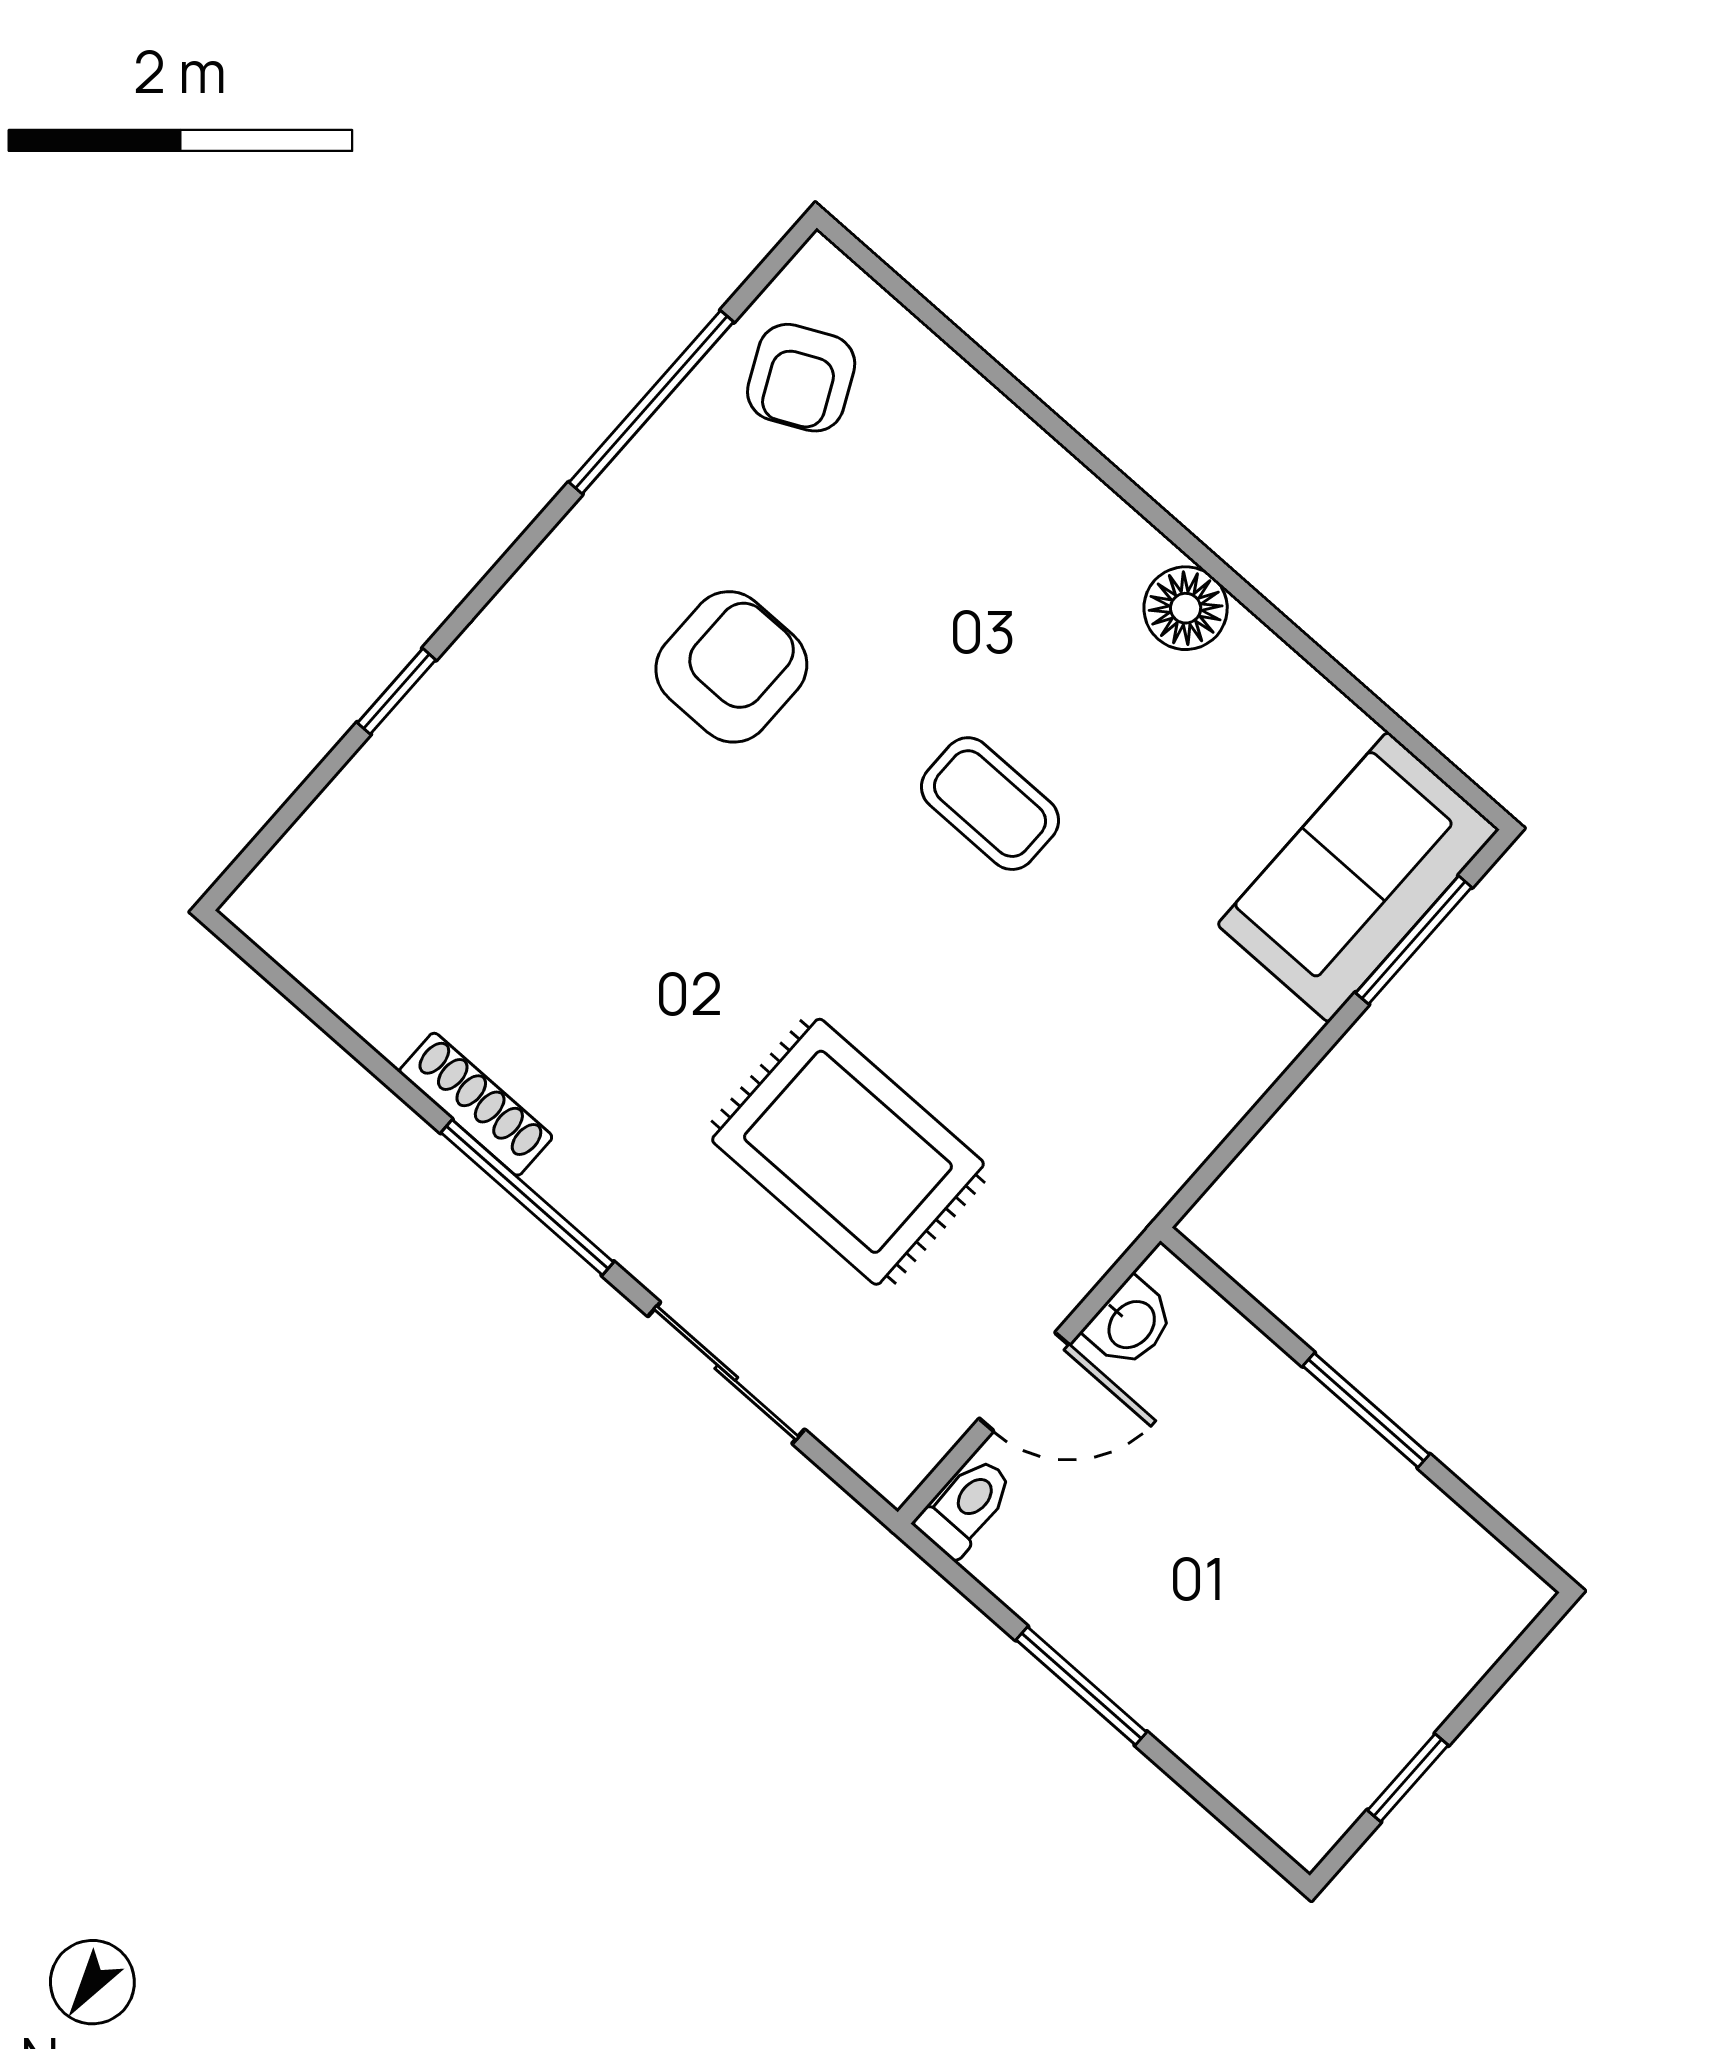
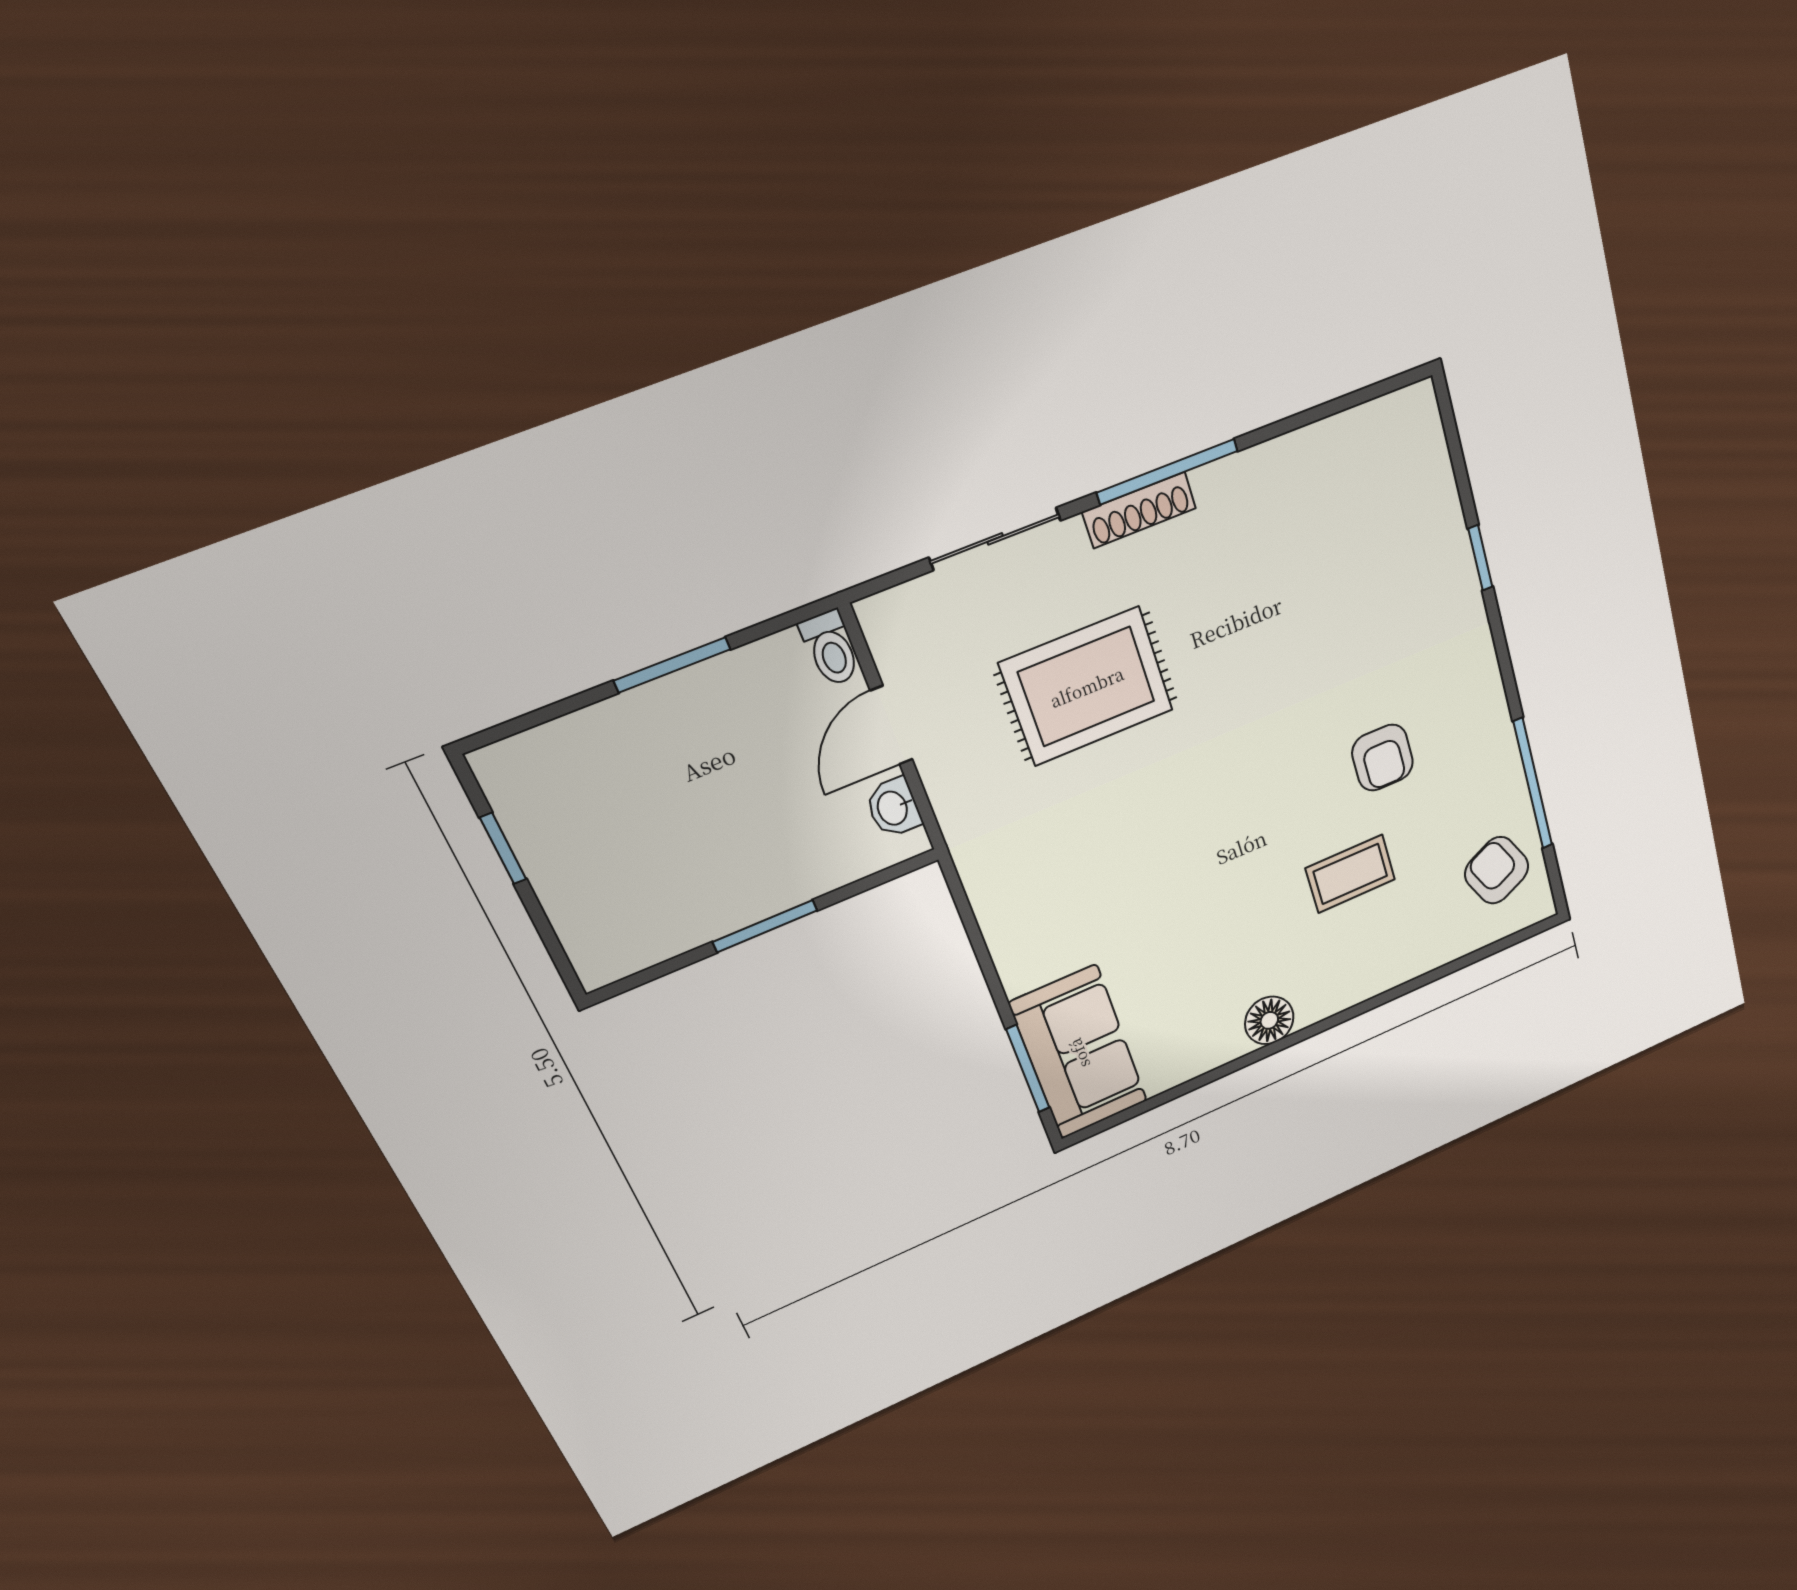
armchair: (731, 667) -> (1383, 758), width x0.72, depth x0.72
coffee table: (990, 804) -> (1350, 874), moved
shoe rack: (476, 1104) -> (1139, 510), moved

